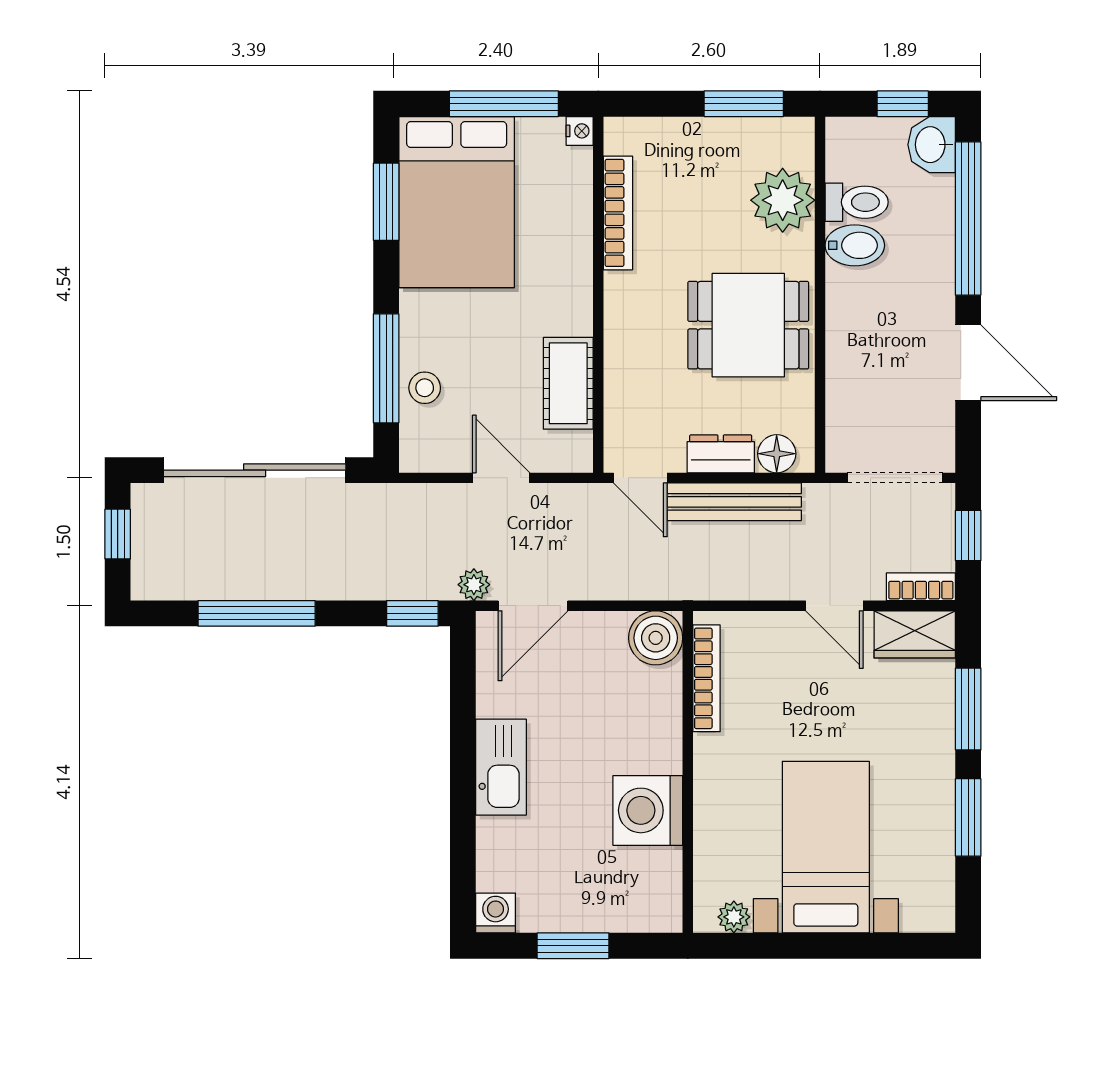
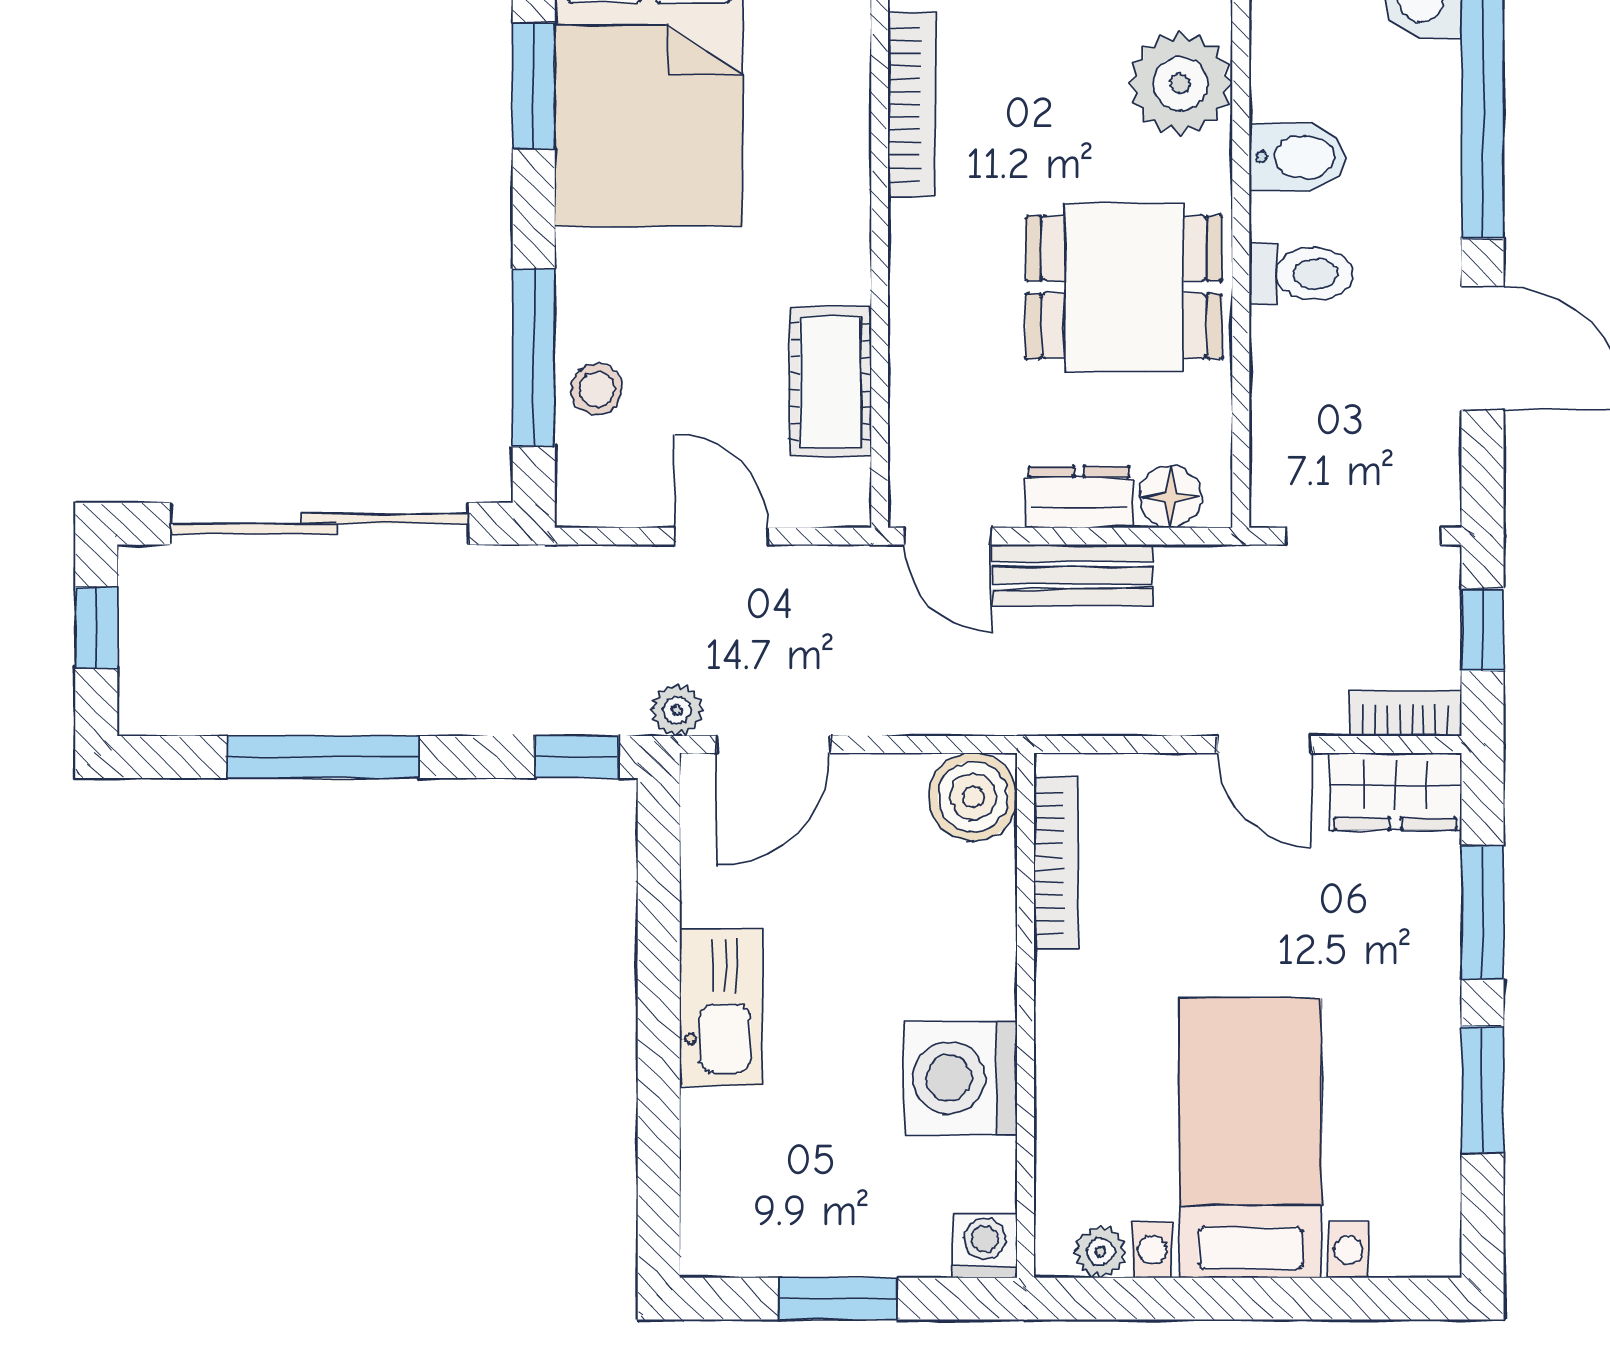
toilet: (857, 202) -> (1301, 274), moved
bench: (734, 502) -> (1072, 575), width x0.73
washing machine: (496, 913) -> (985, 1245), moved

